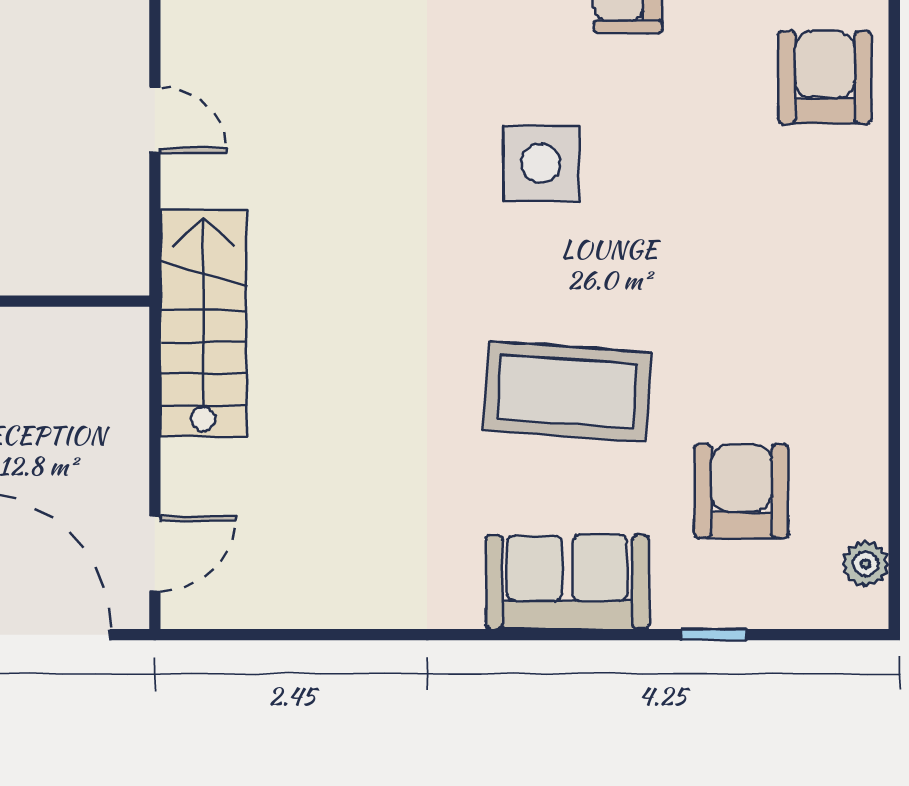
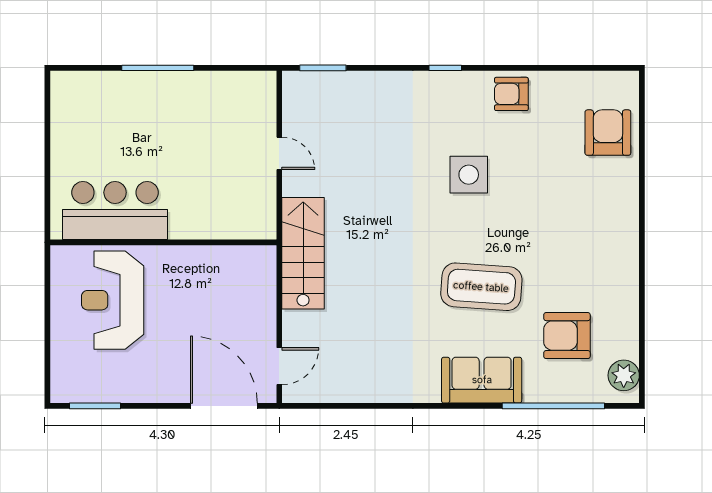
armchair: (741, 491) -> (567, 336), turned -90
plant: (866, 564) -> (624, 375), width x1.38, depth x1.38
window: (714, 635) -> (553, 406), width x3.17

